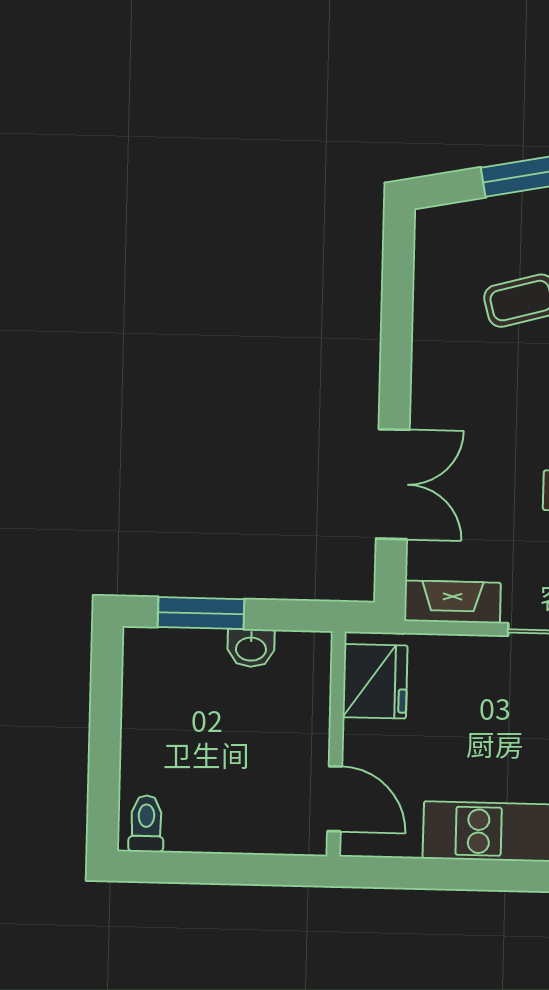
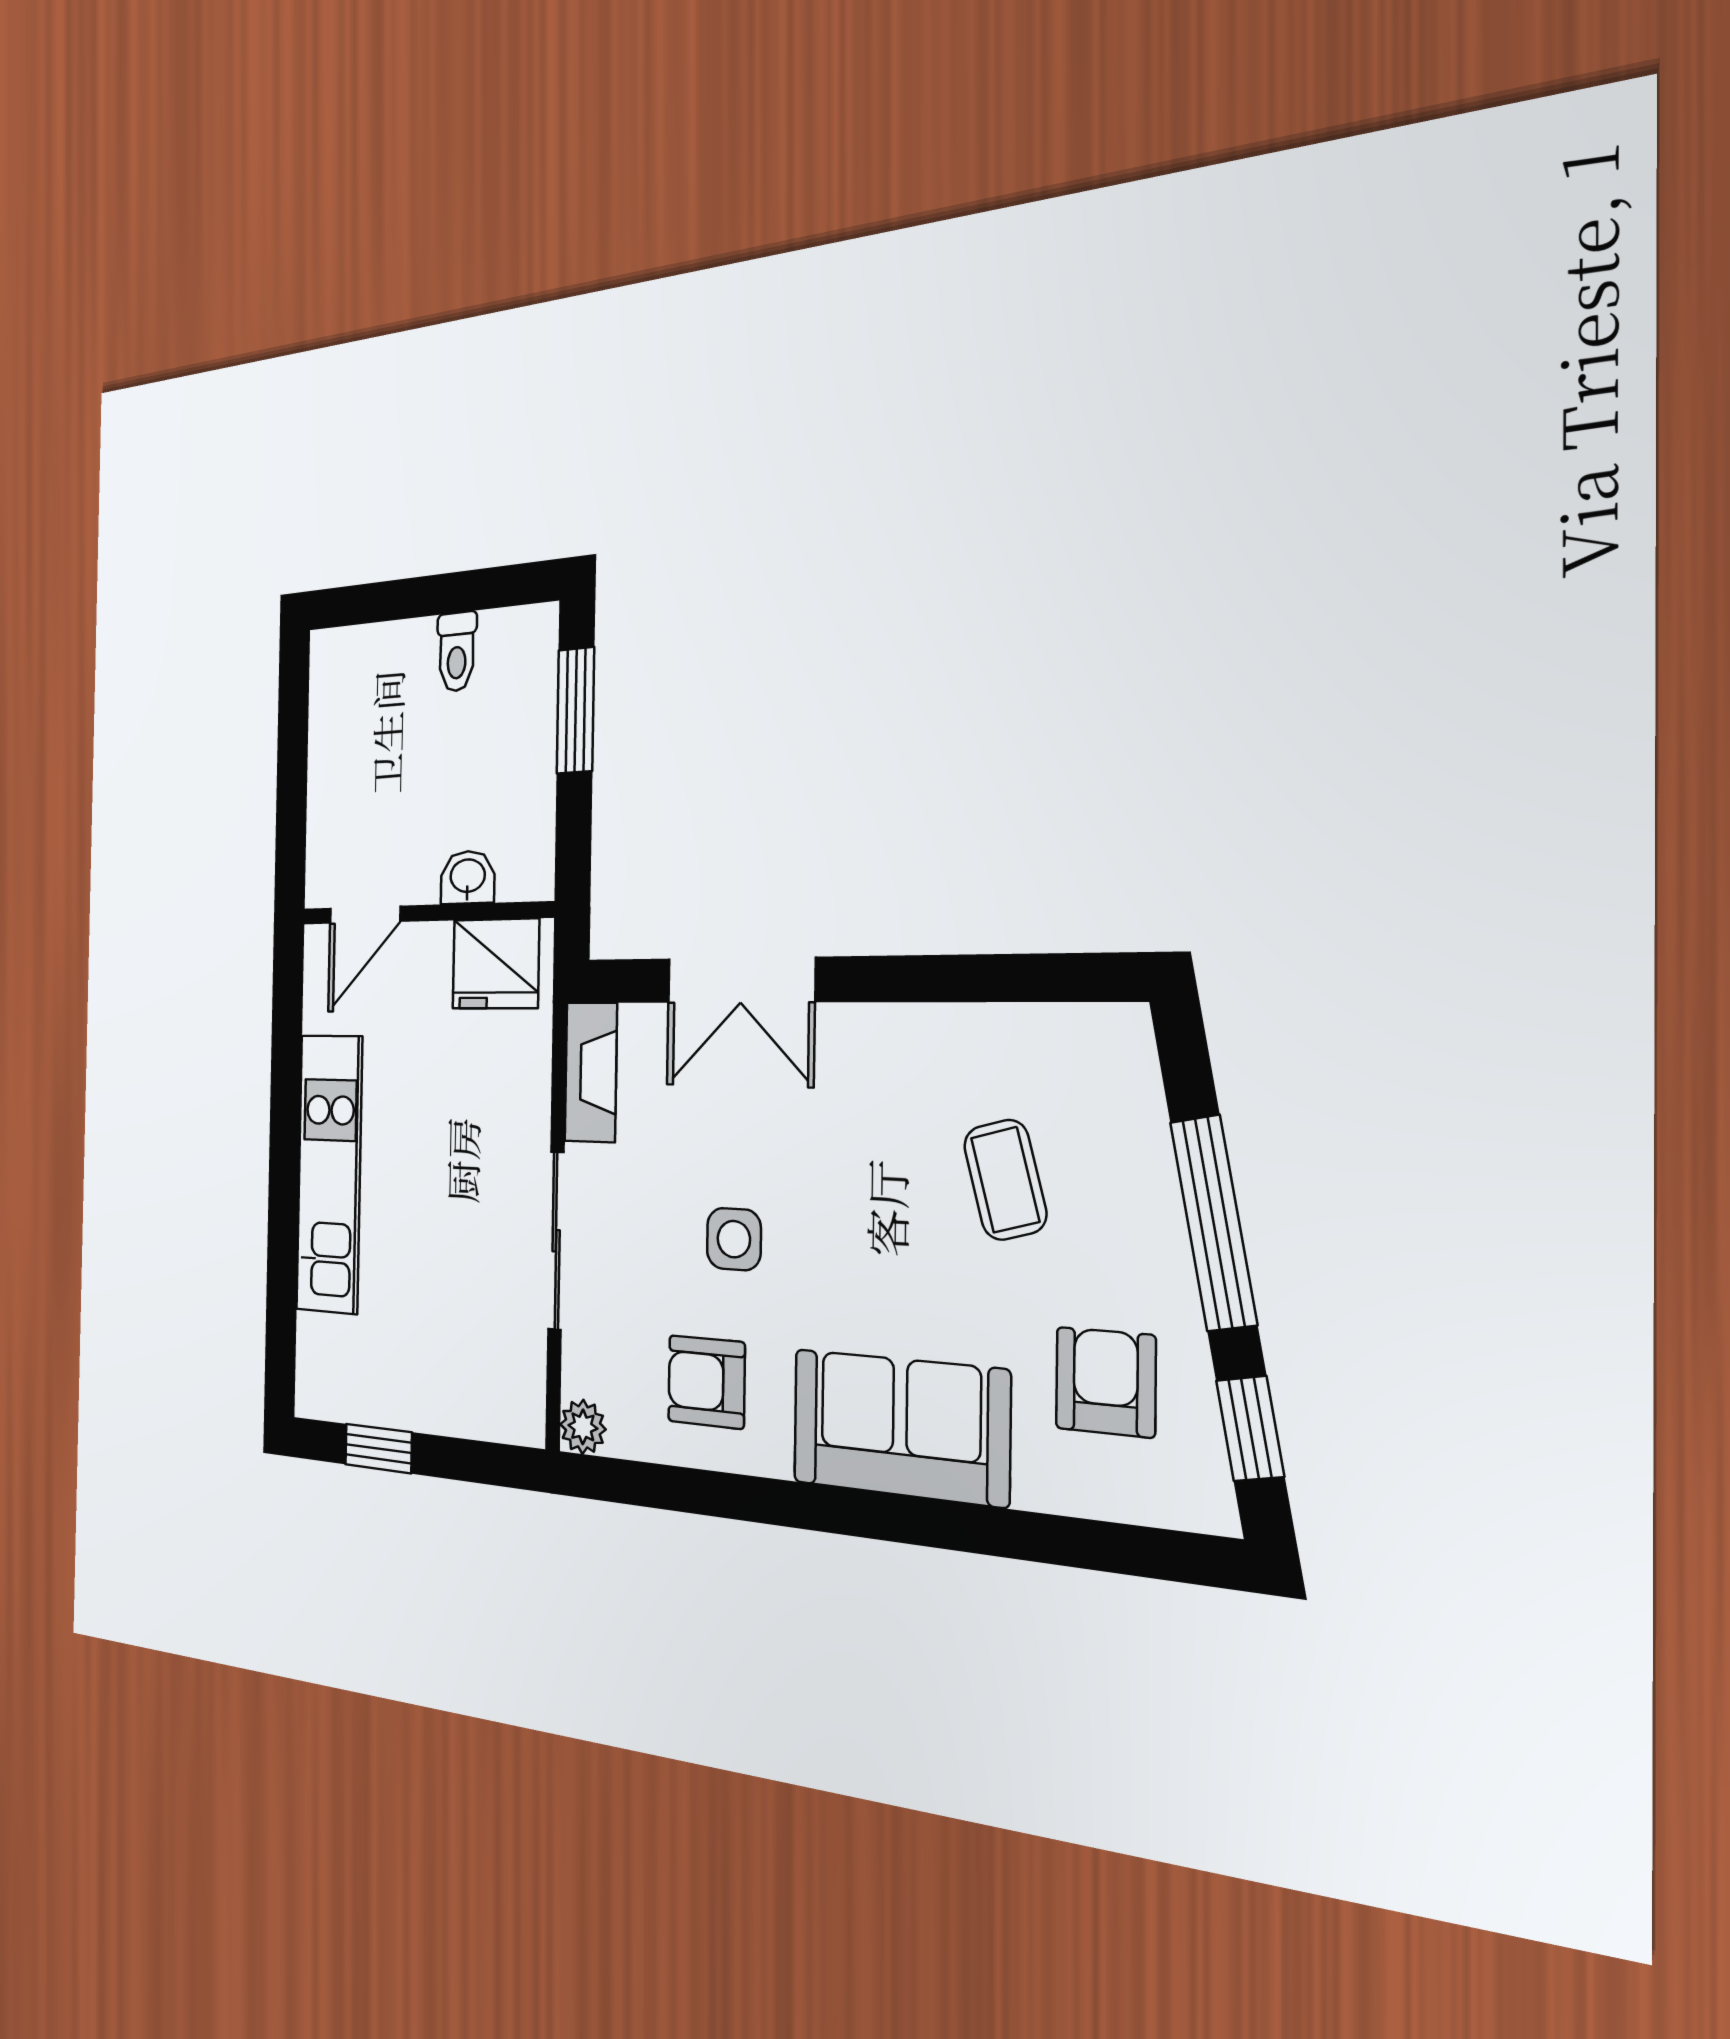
washbasin: (251, 648) -> (468, 877), moved, turned 90
toilet: (146, 824) -> (457, 652), moved, turned 90

